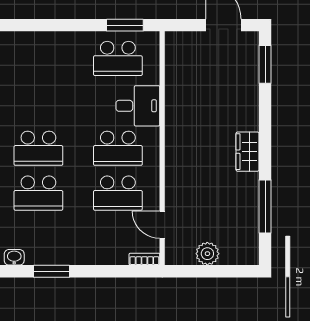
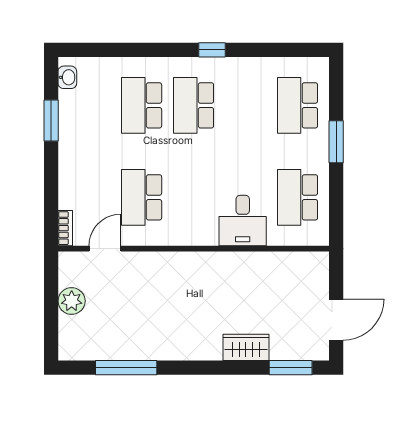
window: (125, 25) -> (336, 142), moved
school desk: (118, 148) -> (298, 105), moved
wardrobe: (248, 152) -> (246, 347), moved

